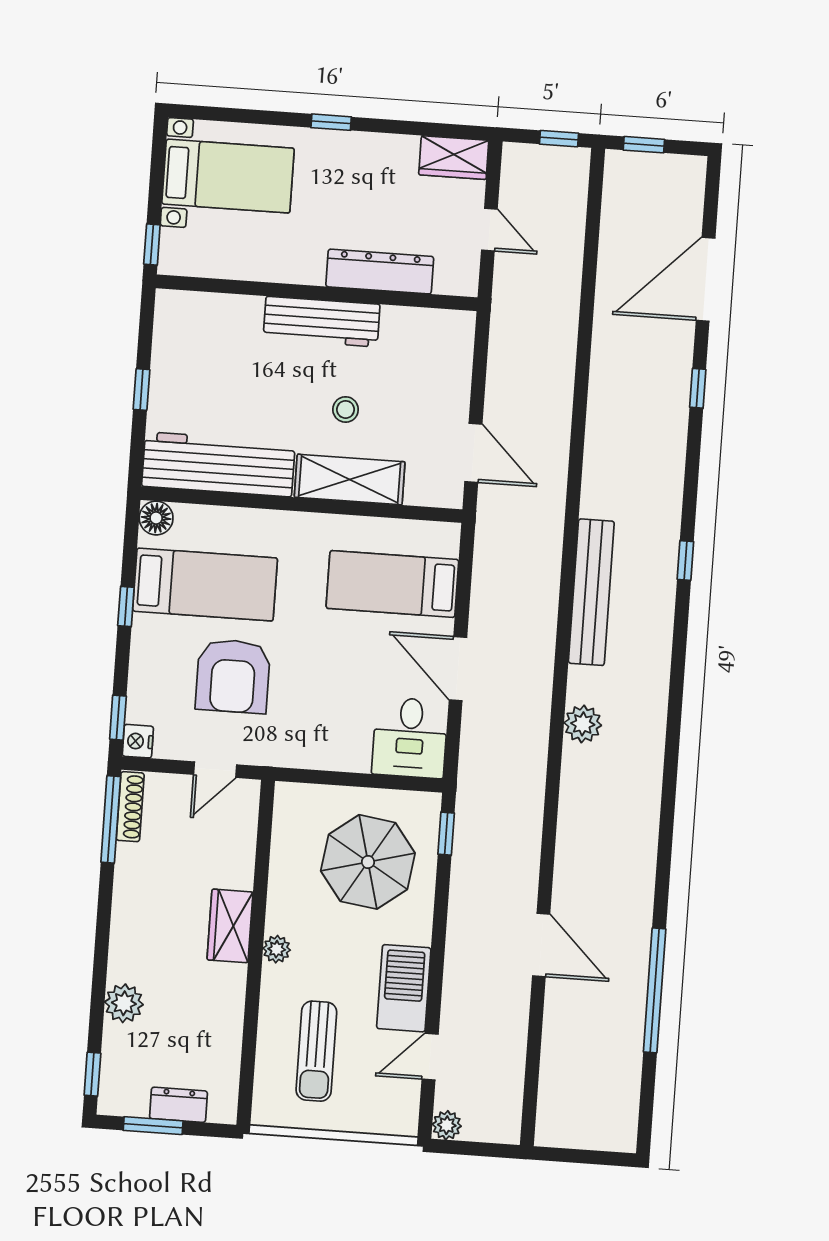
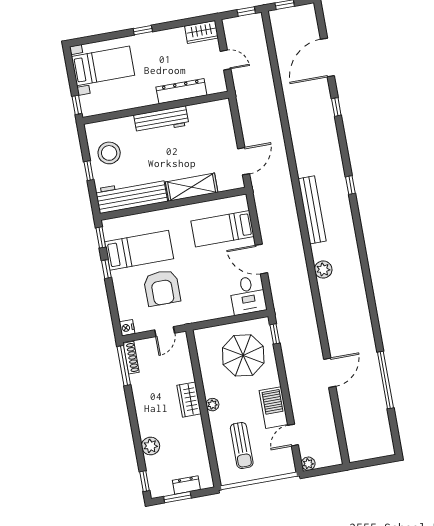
stool: (346, 409) -> (109, 153), moved, width x1.89, depth x1.89
door: (473, 453) -> (244, 161), hinge flipped
floor lamp: (156, 518) -> (110, 226), removed
window: (118, 718) -> (101, 237), moved
door: (541, 945) -> (330, 373), hinge flipped

